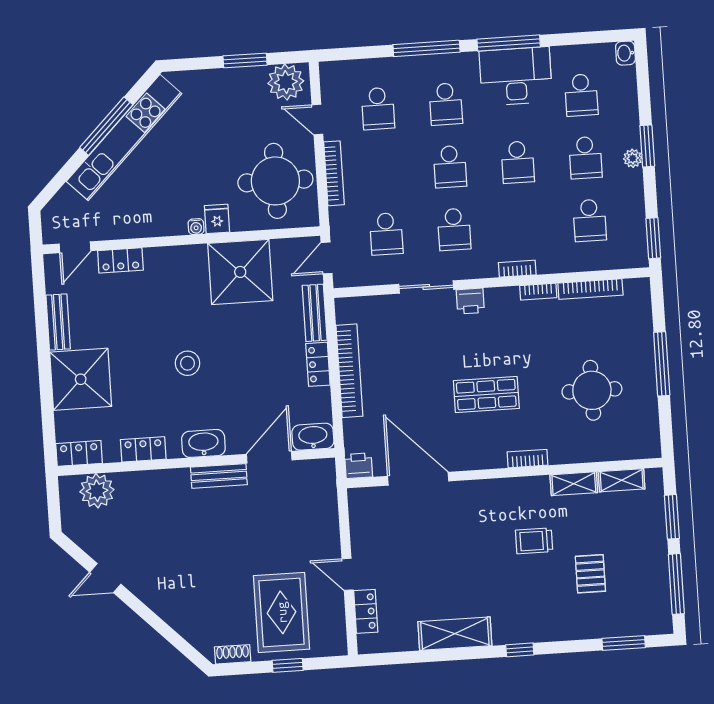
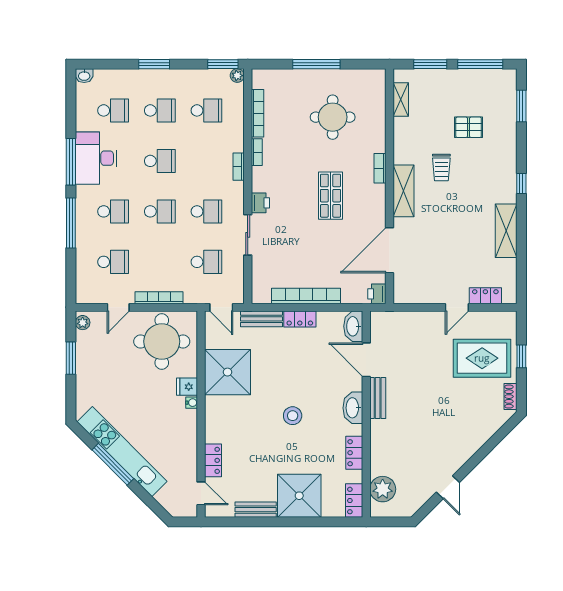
plant: (286, 82) -> (83, 323), width x0.53, depth x0.53
plant: (633, 158) -> (237, 76), moved
shelving: (574, 484) -> (404, 191), moved, width x1.50, depth x1.33

